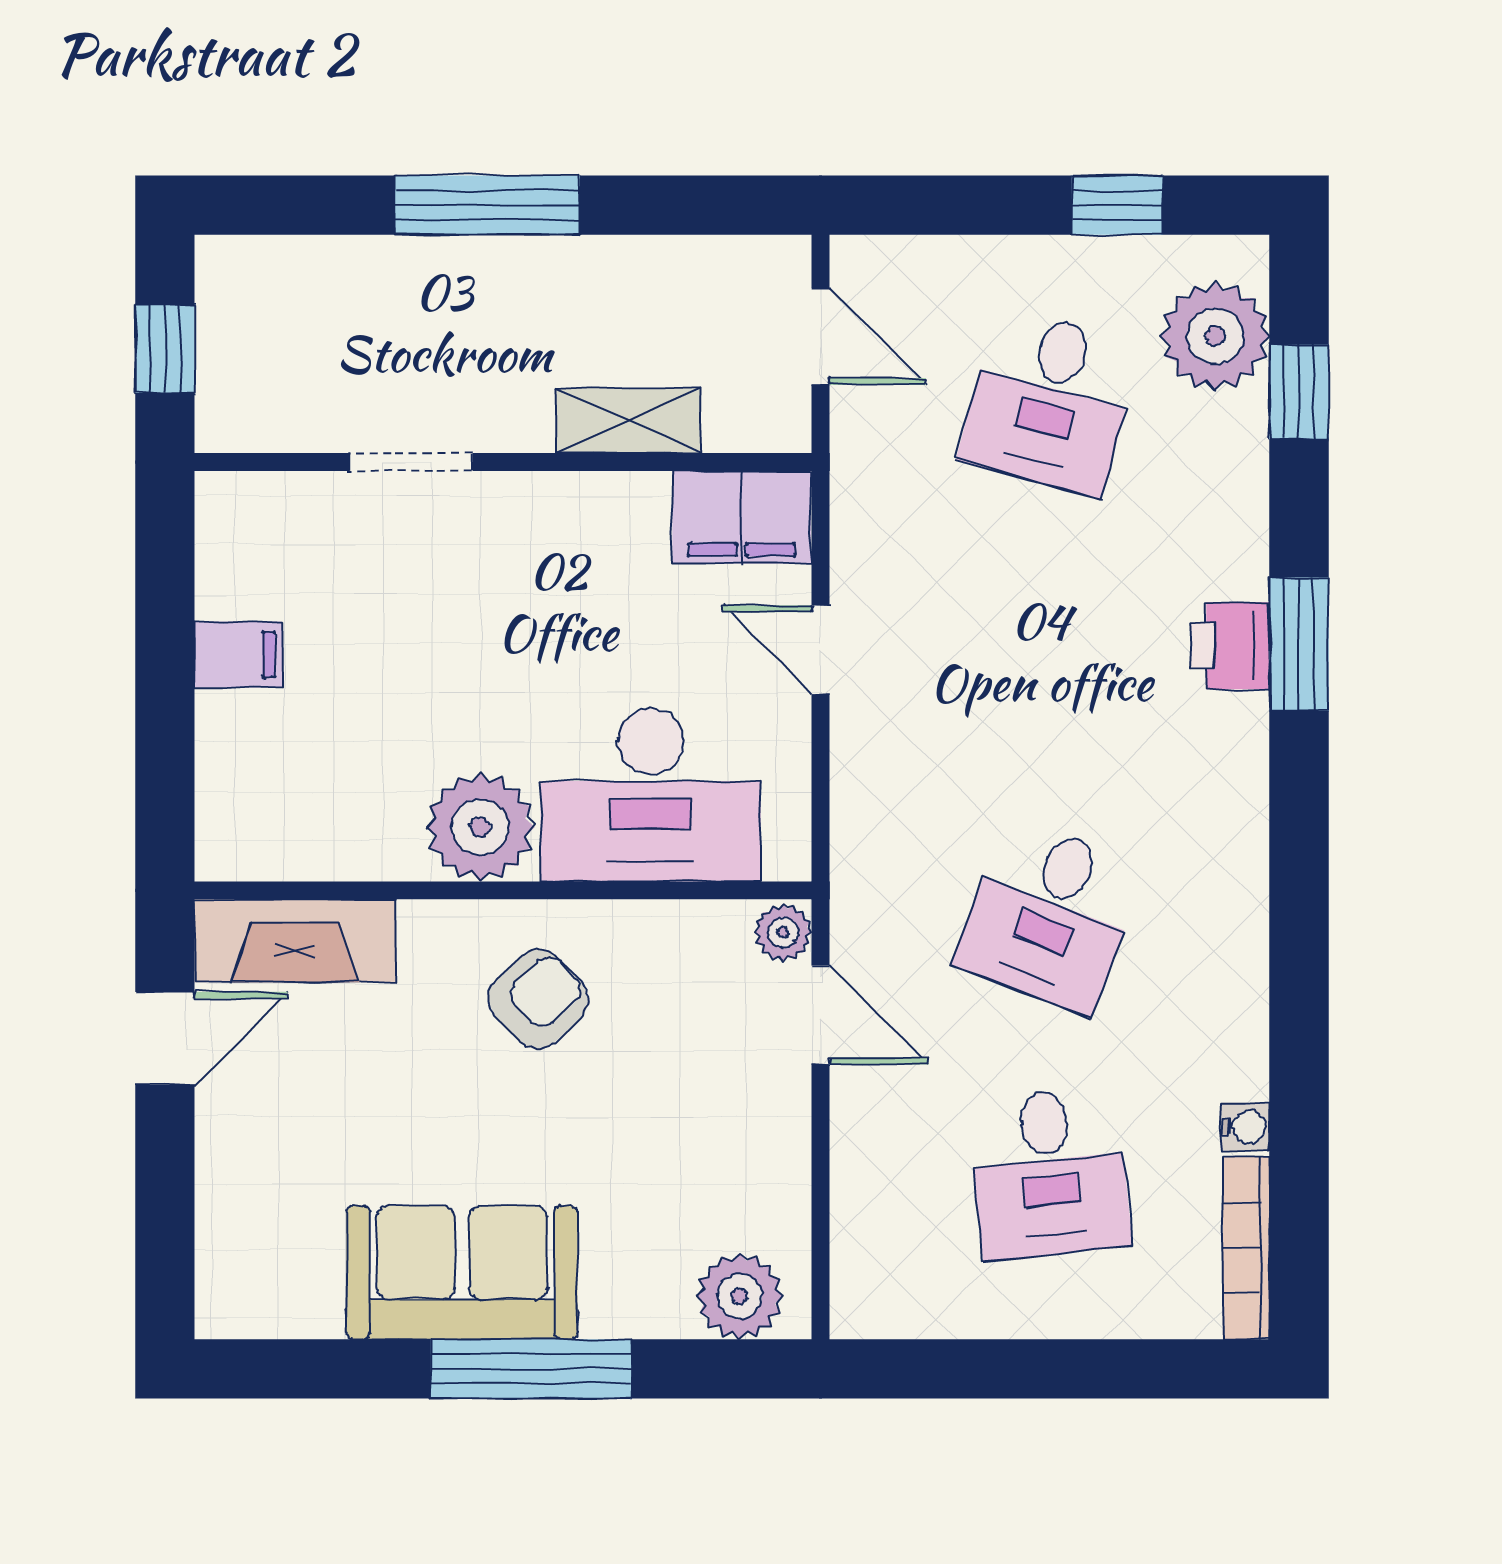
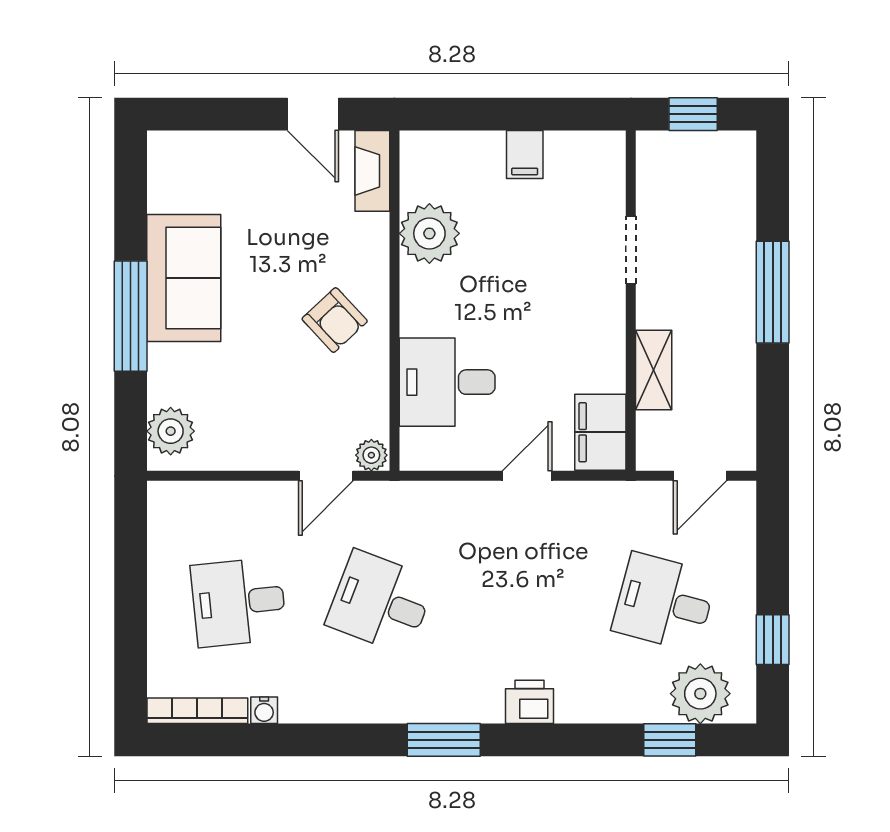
window: (1299, 644) -> (444, 740), moved
desk: (651, 795) -> (447, 382), width x0.73
plant: (480, 827) -> (429, 233), moved
fireplace: (295, 941) -> (372, 171), width x0.73, depth x0.76

